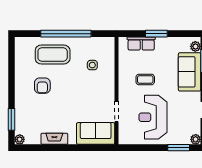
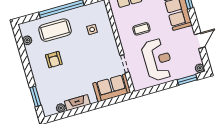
plant: (20, 57) -> (27, 40), added
reception desk: (153, 117) -> (157, 60), turned 180
plant: (20, 139) -> (61, 108), moved

